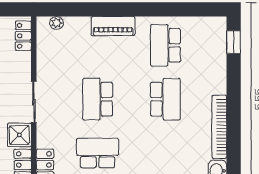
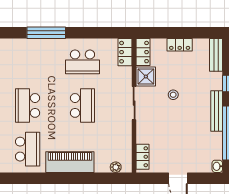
piano: (113, 26) -> (70, 162), width x1.37, depth x1.33

